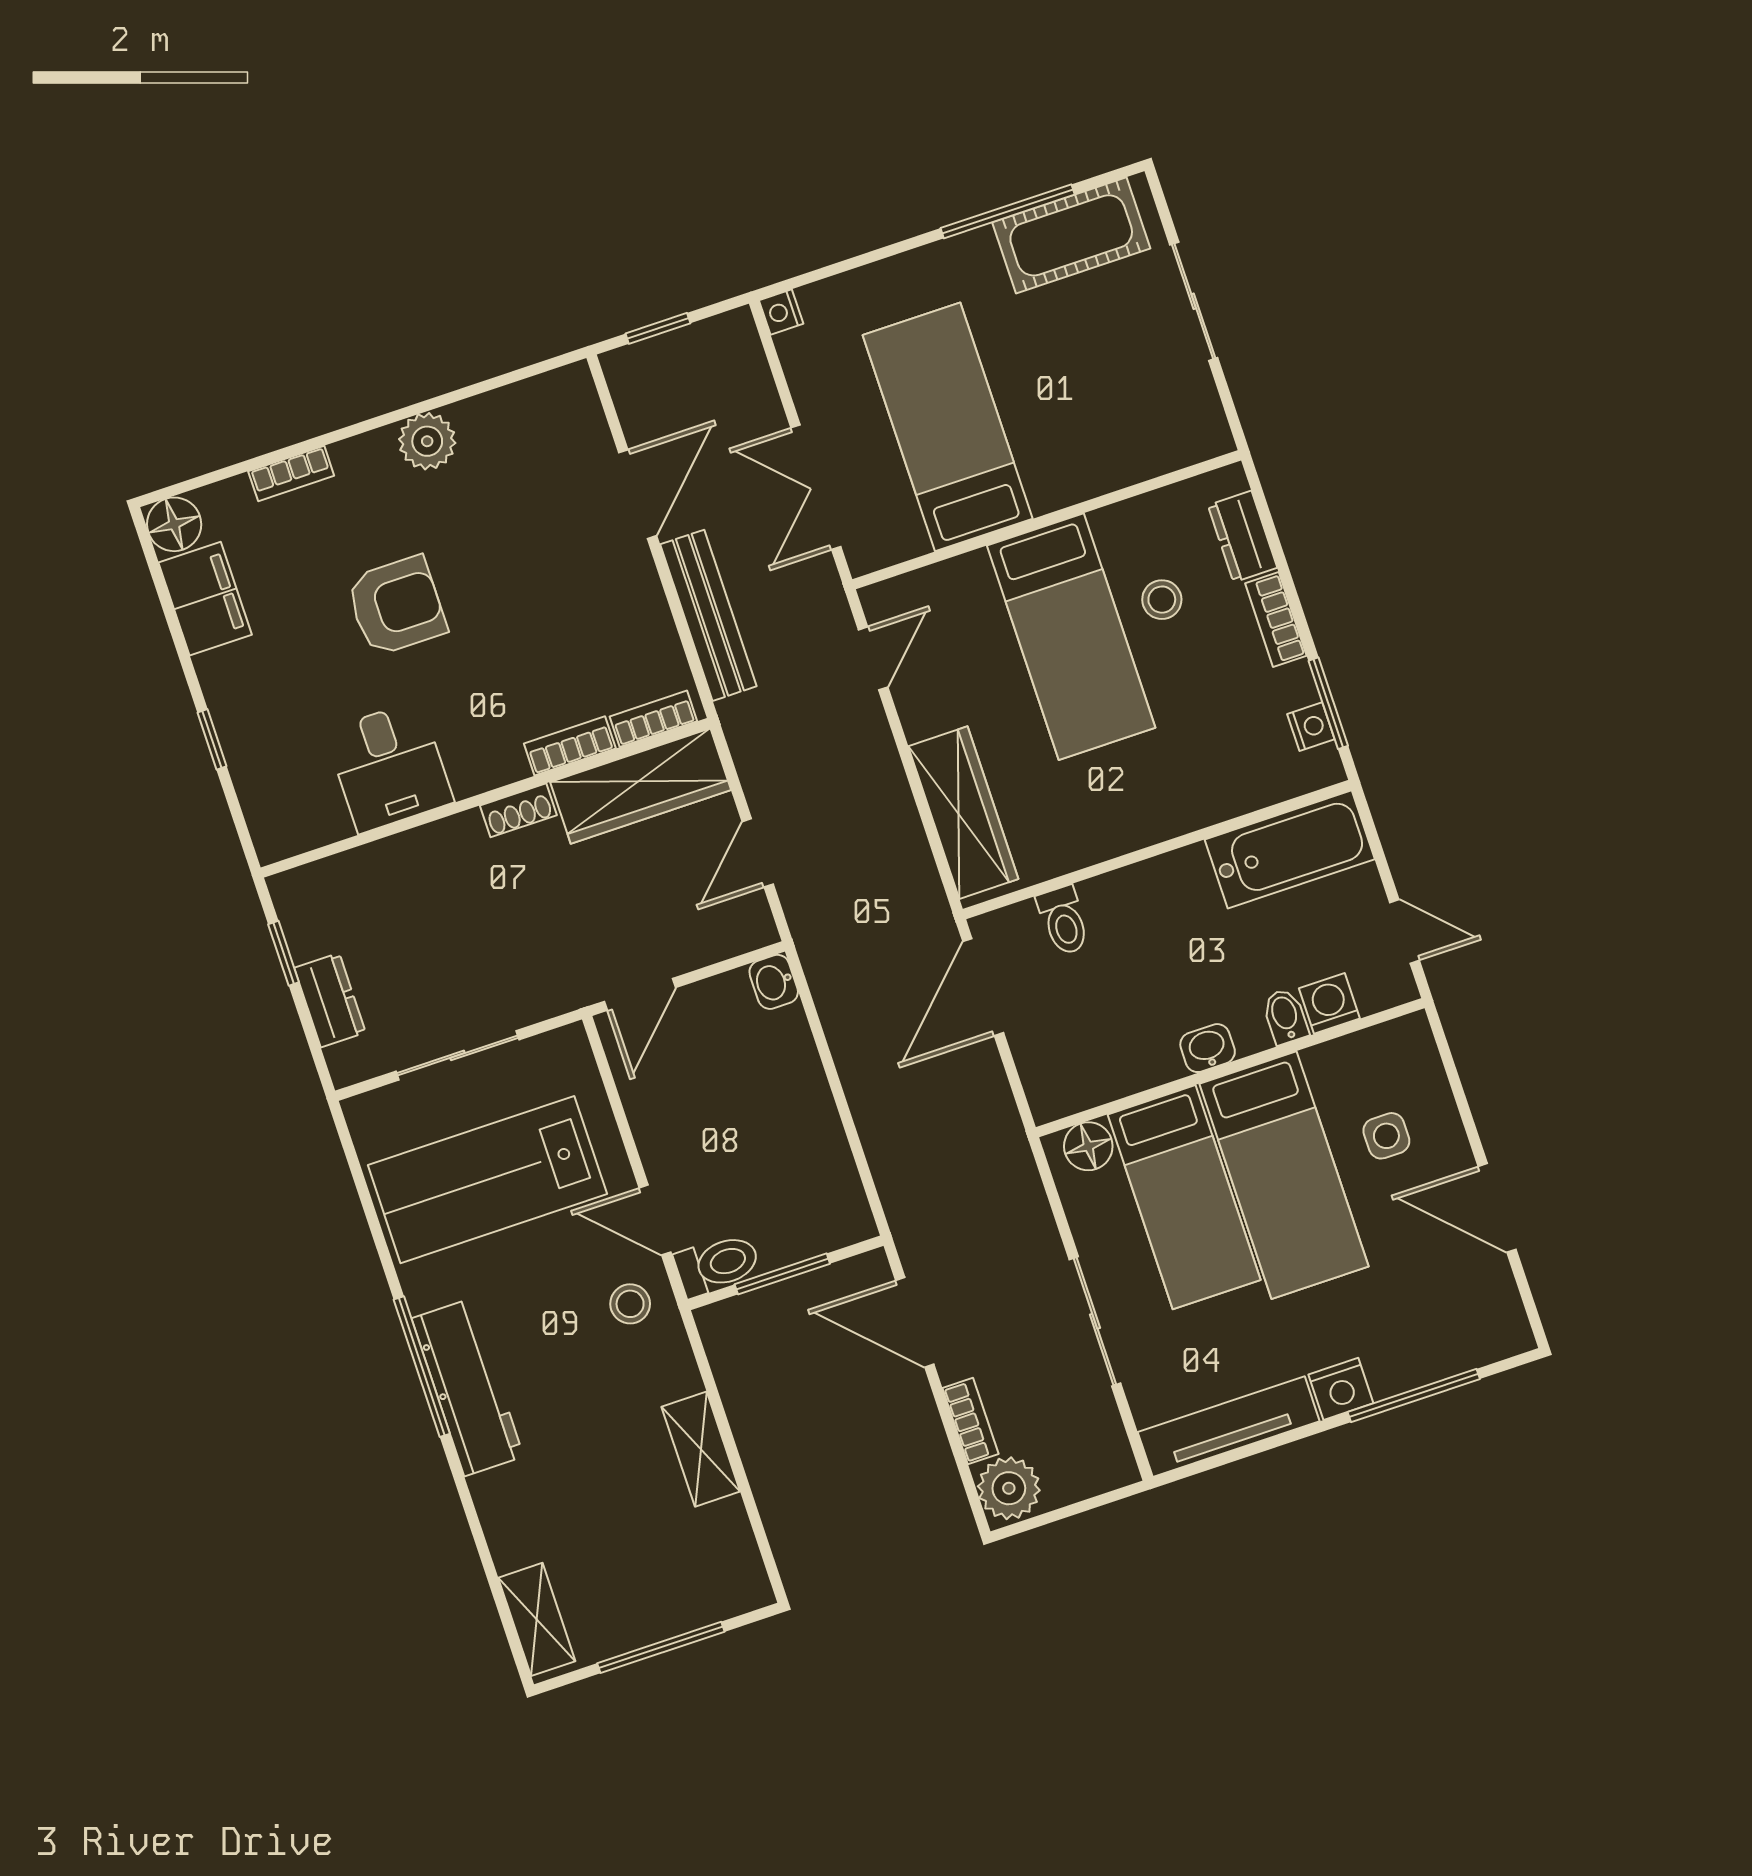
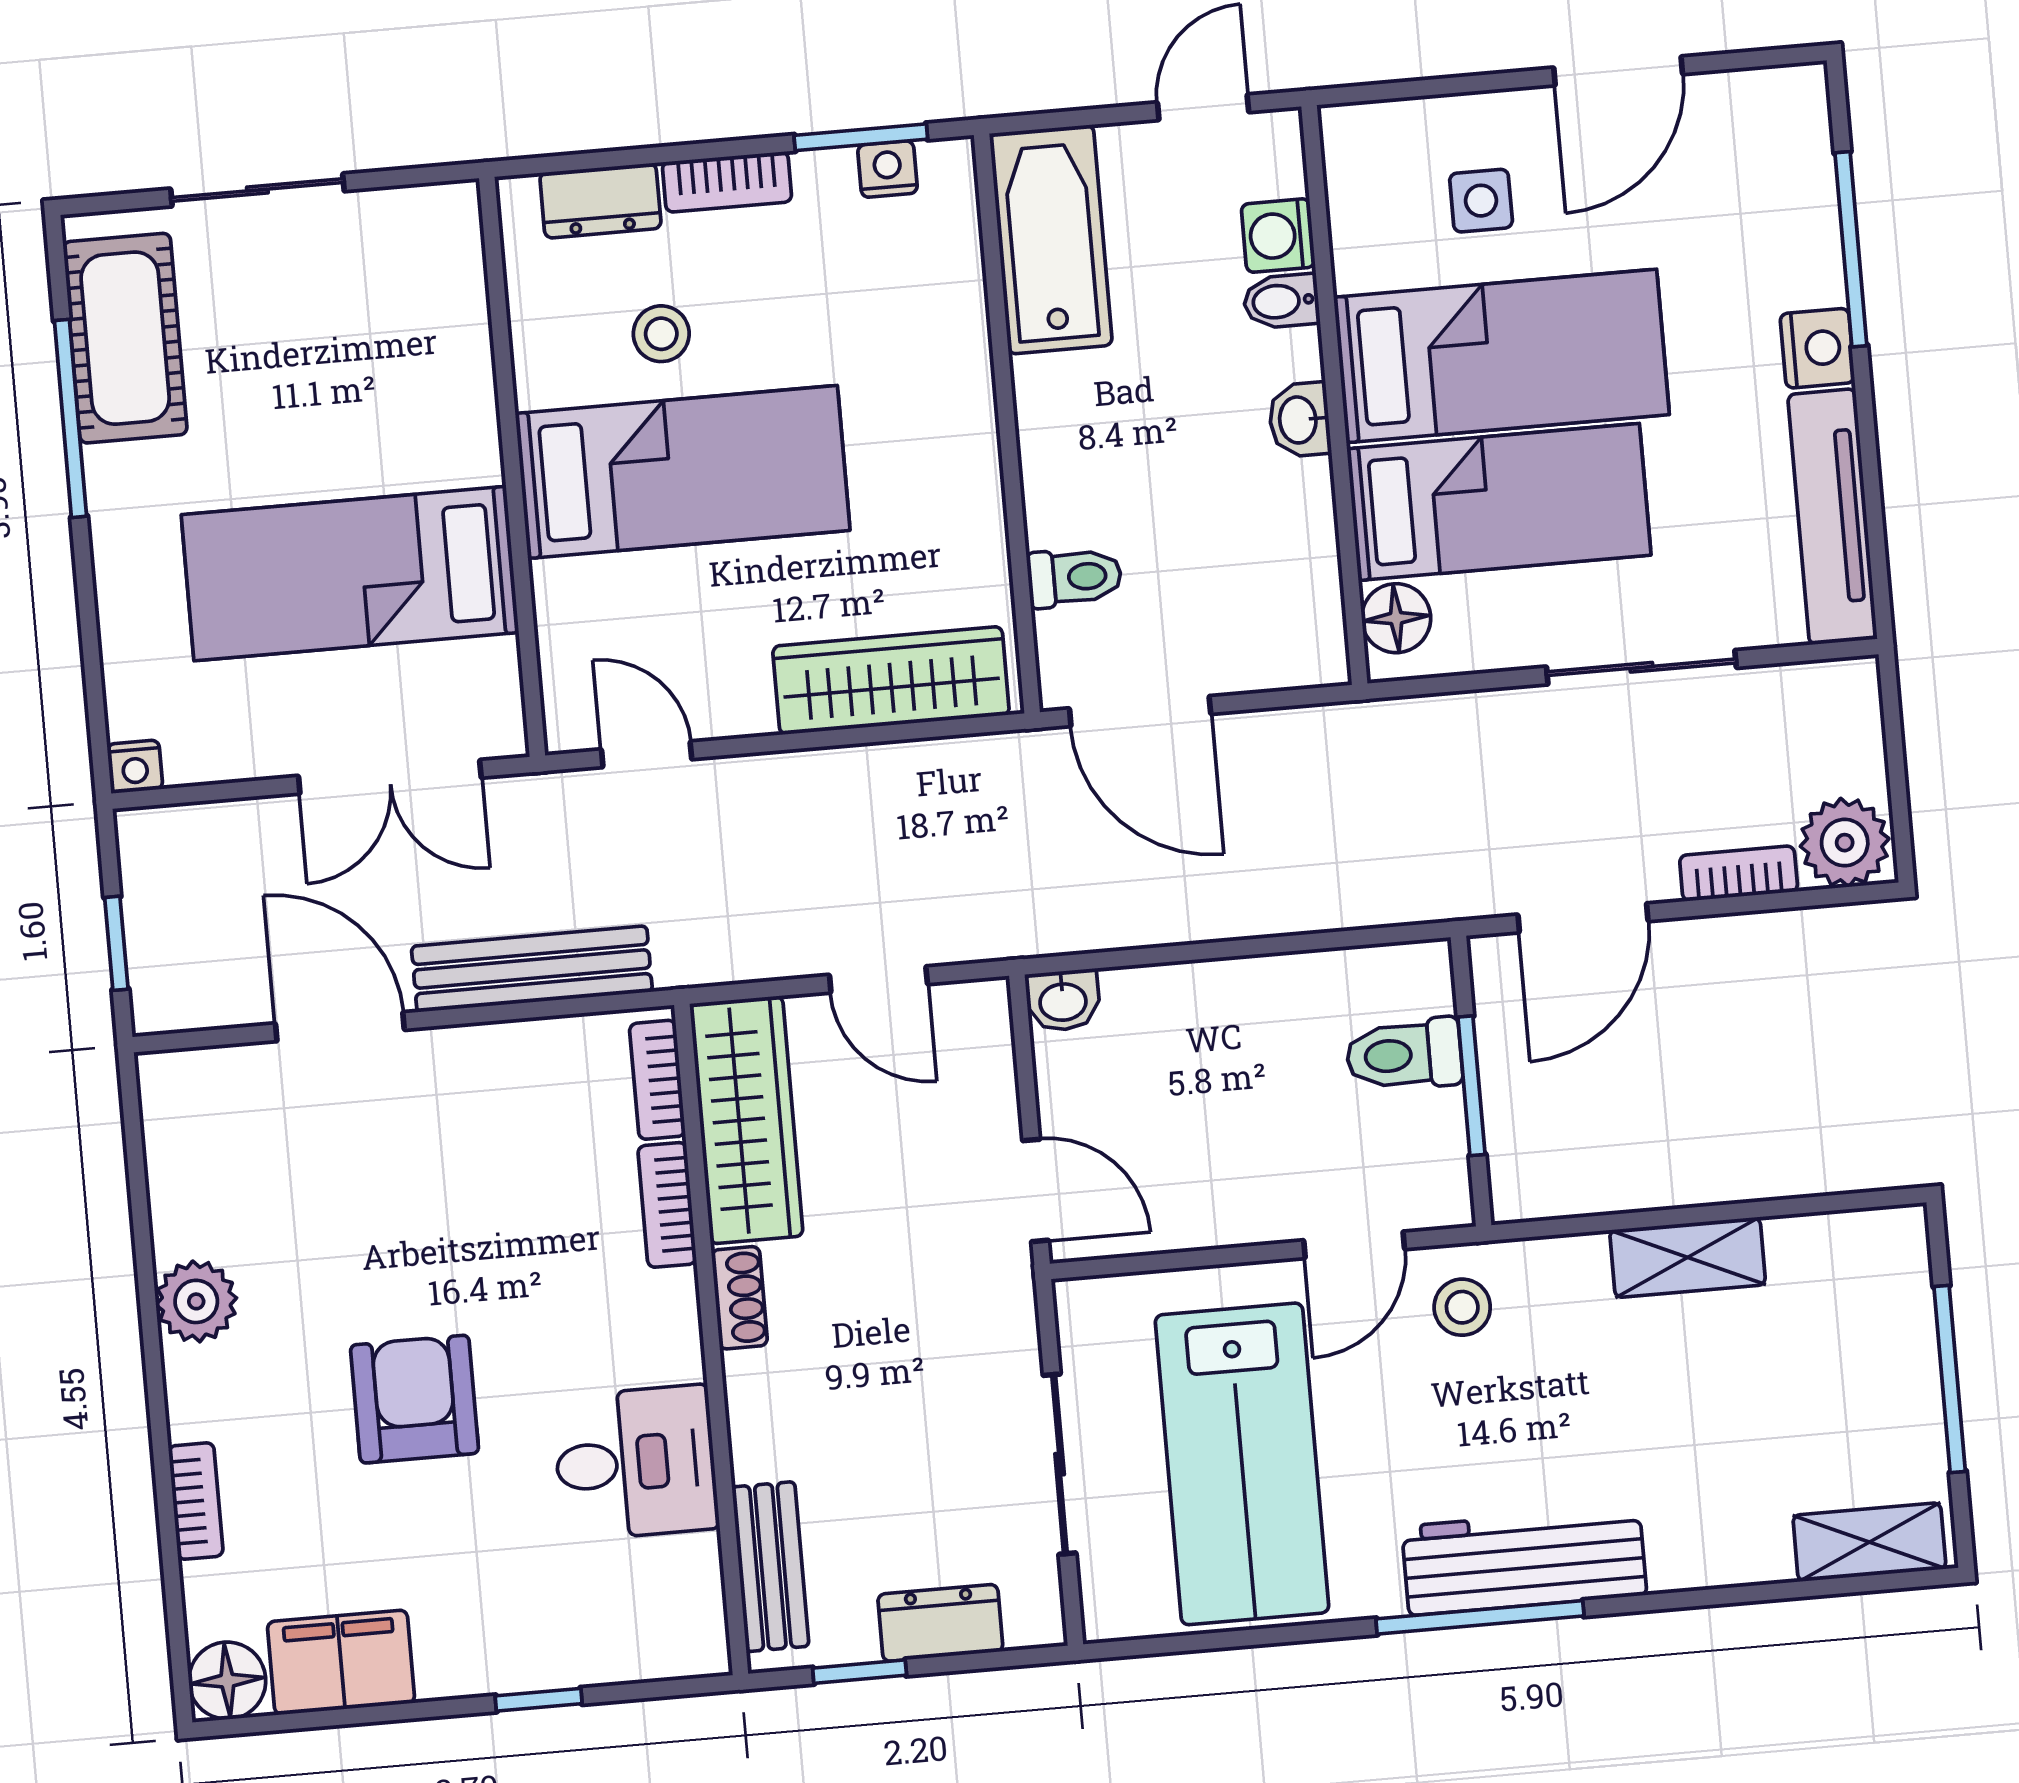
bench: (340, 875) -> (770, 1567), added
toilet: (717, 1265) -> (1404, 1055), moved, turned -90

